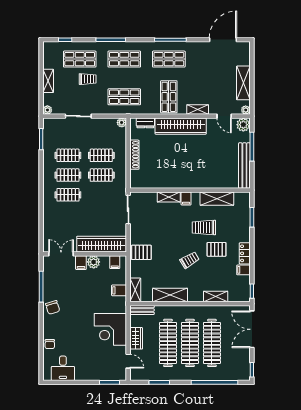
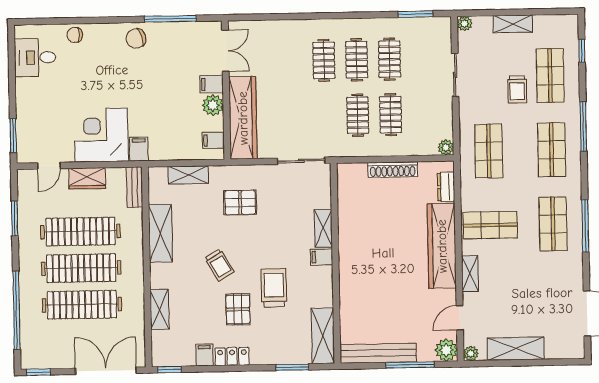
shelving: (217, 199) -> (323, 336), moved
pallet: (141, 252) -> (240, 202), moved, turned 90
filing cabinet: (119, 290) -> (139, 149), moved
shelving: (135, 290) -> (188, 175), moved

